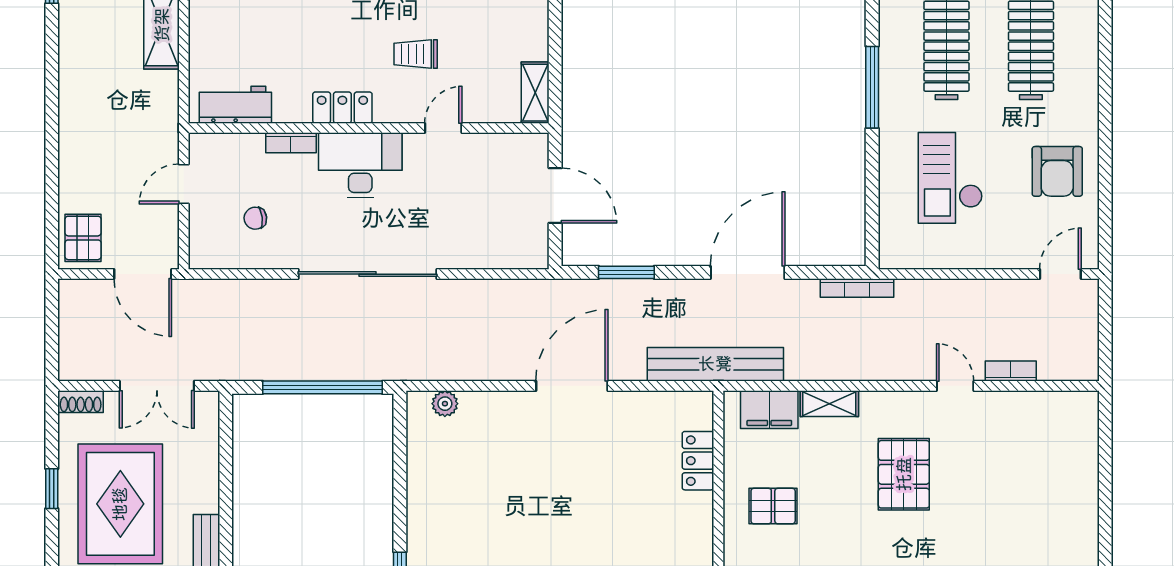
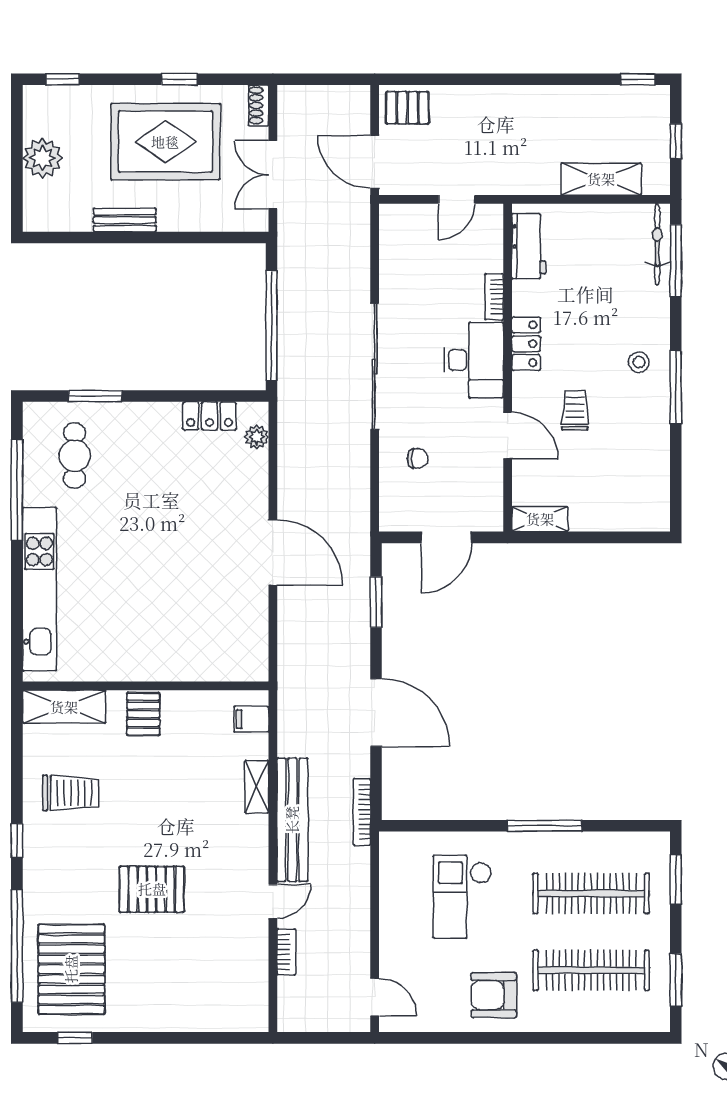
door: (443, 128) -> (508, 435), width x1.38
armchair: (1057, 171) -> (494, 995), moved
checkout: (950, 178) -> (462, 897), turned -90
door: (184, 184) -> (457, 199), swing flipped
chair: (255, 218) -> (418, 458), moved, turned 97
door: (143, 274) -> (375, 162), hinge flipped
bench: (715, 364) -> (292, 820), moved
filing cabinet: (769, 410) -> (251, 719), width x0.50
locker: (698, 461) -> (210, 416), moved, turned 180
pallet: (904, 474) -> (152, 889), moved
pallet: (773, 506) -> (143, 714), moved

